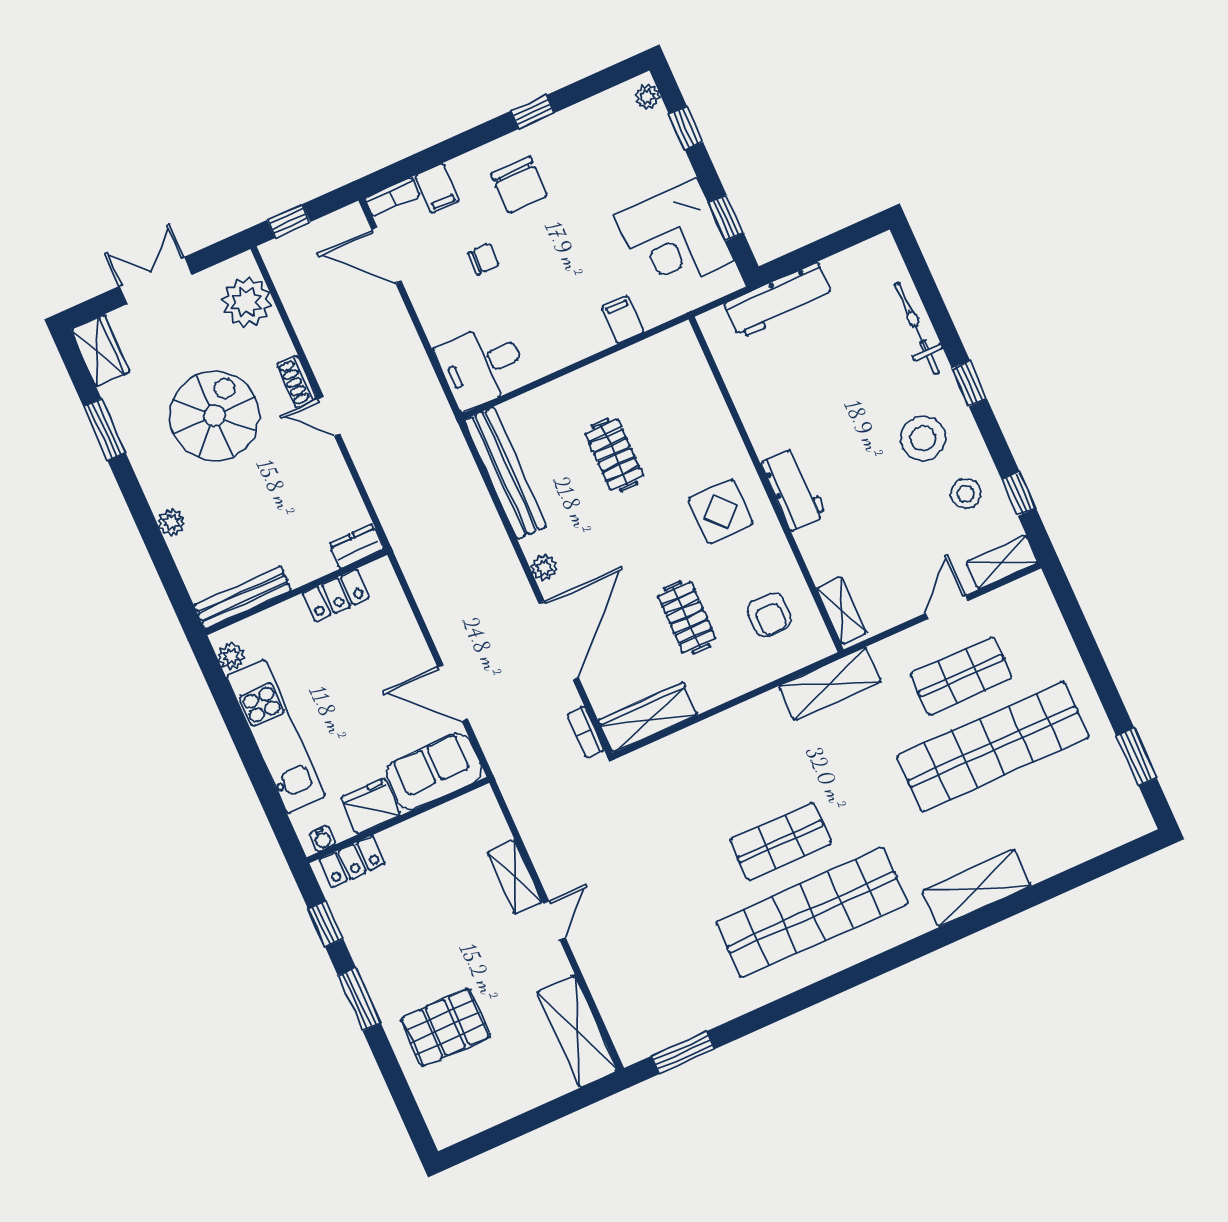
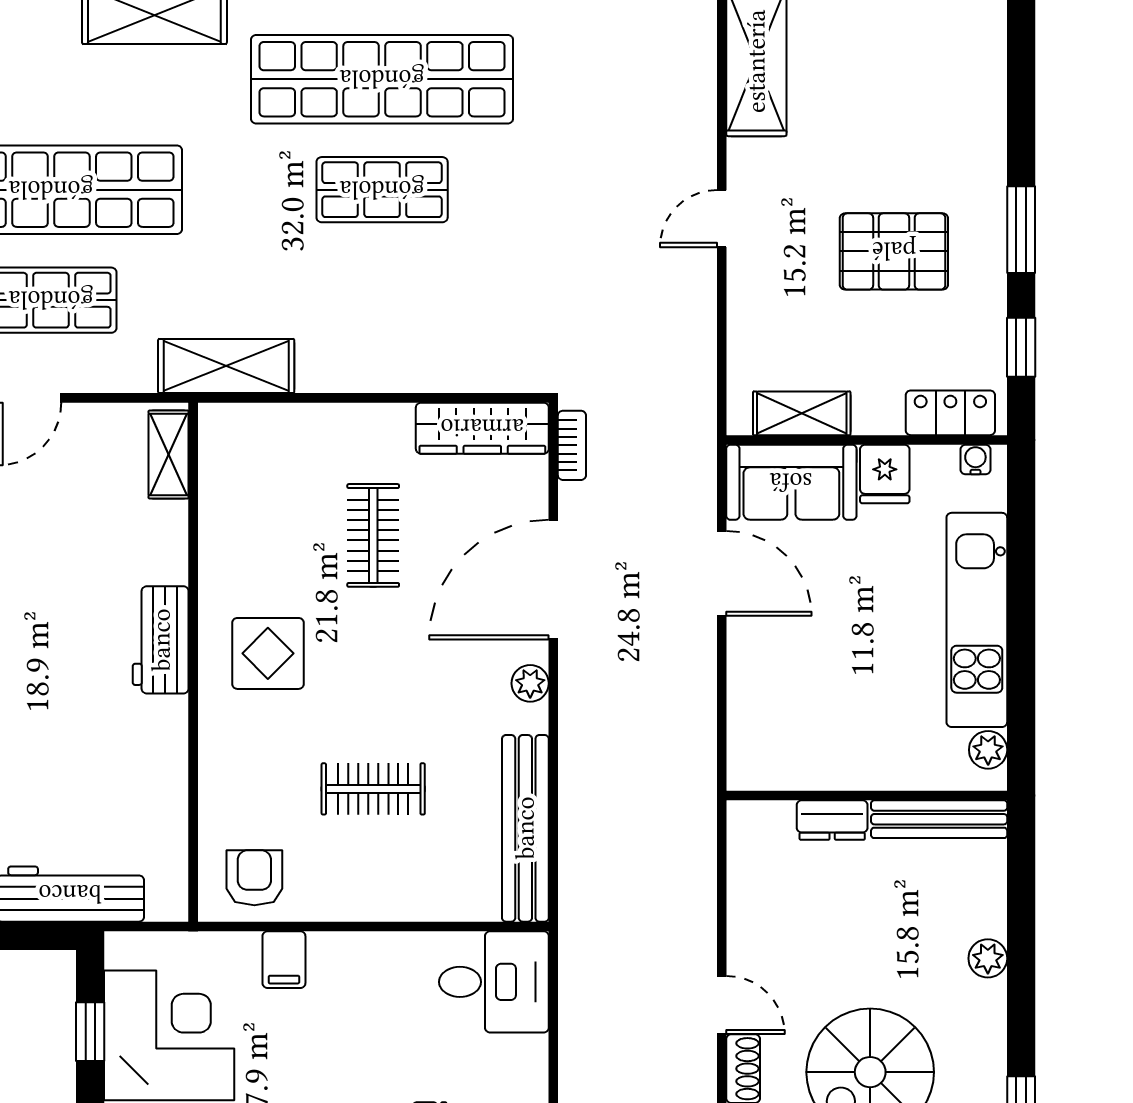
clothes rail: (614, 455) -> (373, 789), turned 90
dresser: (356, 546) -> (832, 820), moved
locker: (336, 595) -> (817, 768), removed
armchair: (769, 615) -> (254, 878), moved
fridge: (371, 806) -> (885, 474), width x0.72
shelving: (515, 877) -> (802, 413), moved, turned 90
pallet: (445, 1027) -> (894, 251), moved

